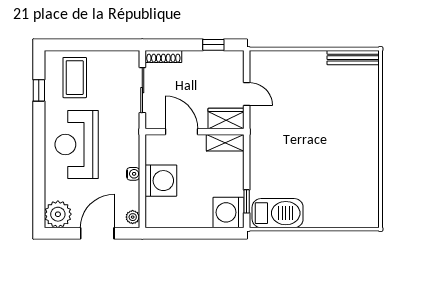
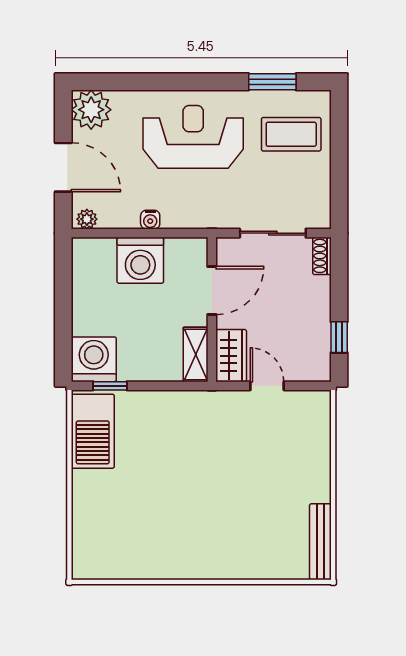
shoe rack: (163, 56) -> (322, 256), width x0.70
window: (39, 90) -> (272, 82), width x1.50
door: (247, 94) -> (267, 386), swing flipped

